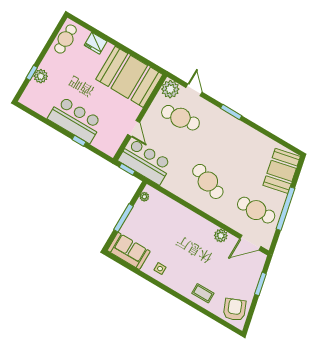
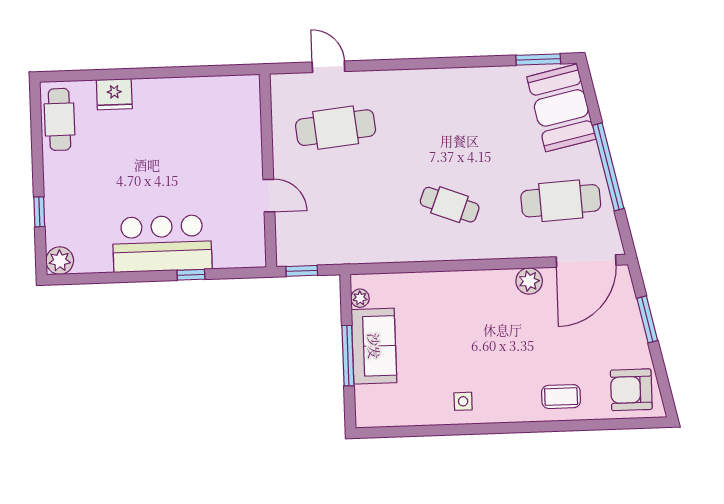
plant: (41, 76) -> (60, 261), moved
booth: (129, 77) -> (206, 114), removed
plant: (170, 89) -> (288, 91), removed
window: (231, 112) -> (538, 59), moved
bar counter: (145, 161) -> (324, 238), removed
cafe table: (208, 181) -> (450, 205), width x0.73, depth x0.74
door: (250, 243) -> (586, 261), width x1.36
sofa: (129, 251) -> (374, 346), moved, turned 90
armchair: (235, 310) -> (631, 390), turned -68

